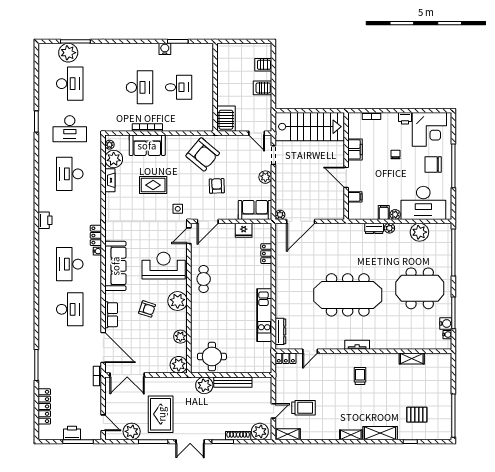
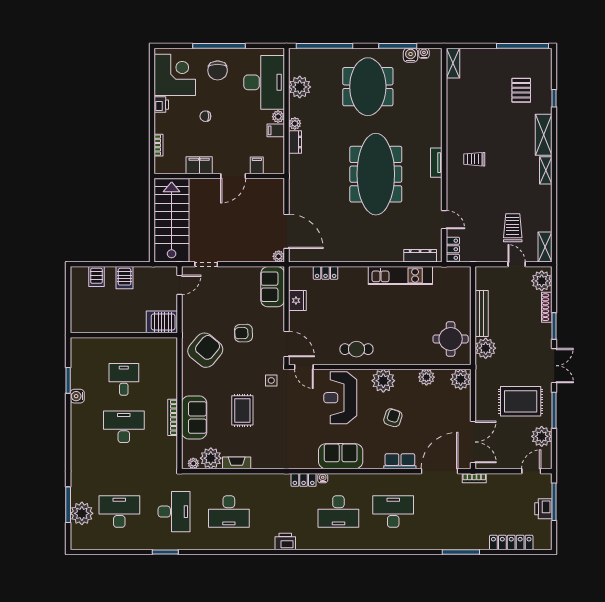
plant: (265, 177) -> (233, 274), removed
sofa: (115, 266) -> (341, 456), width x0.73
shelving: (412, 358) -> (453, 63), moved

